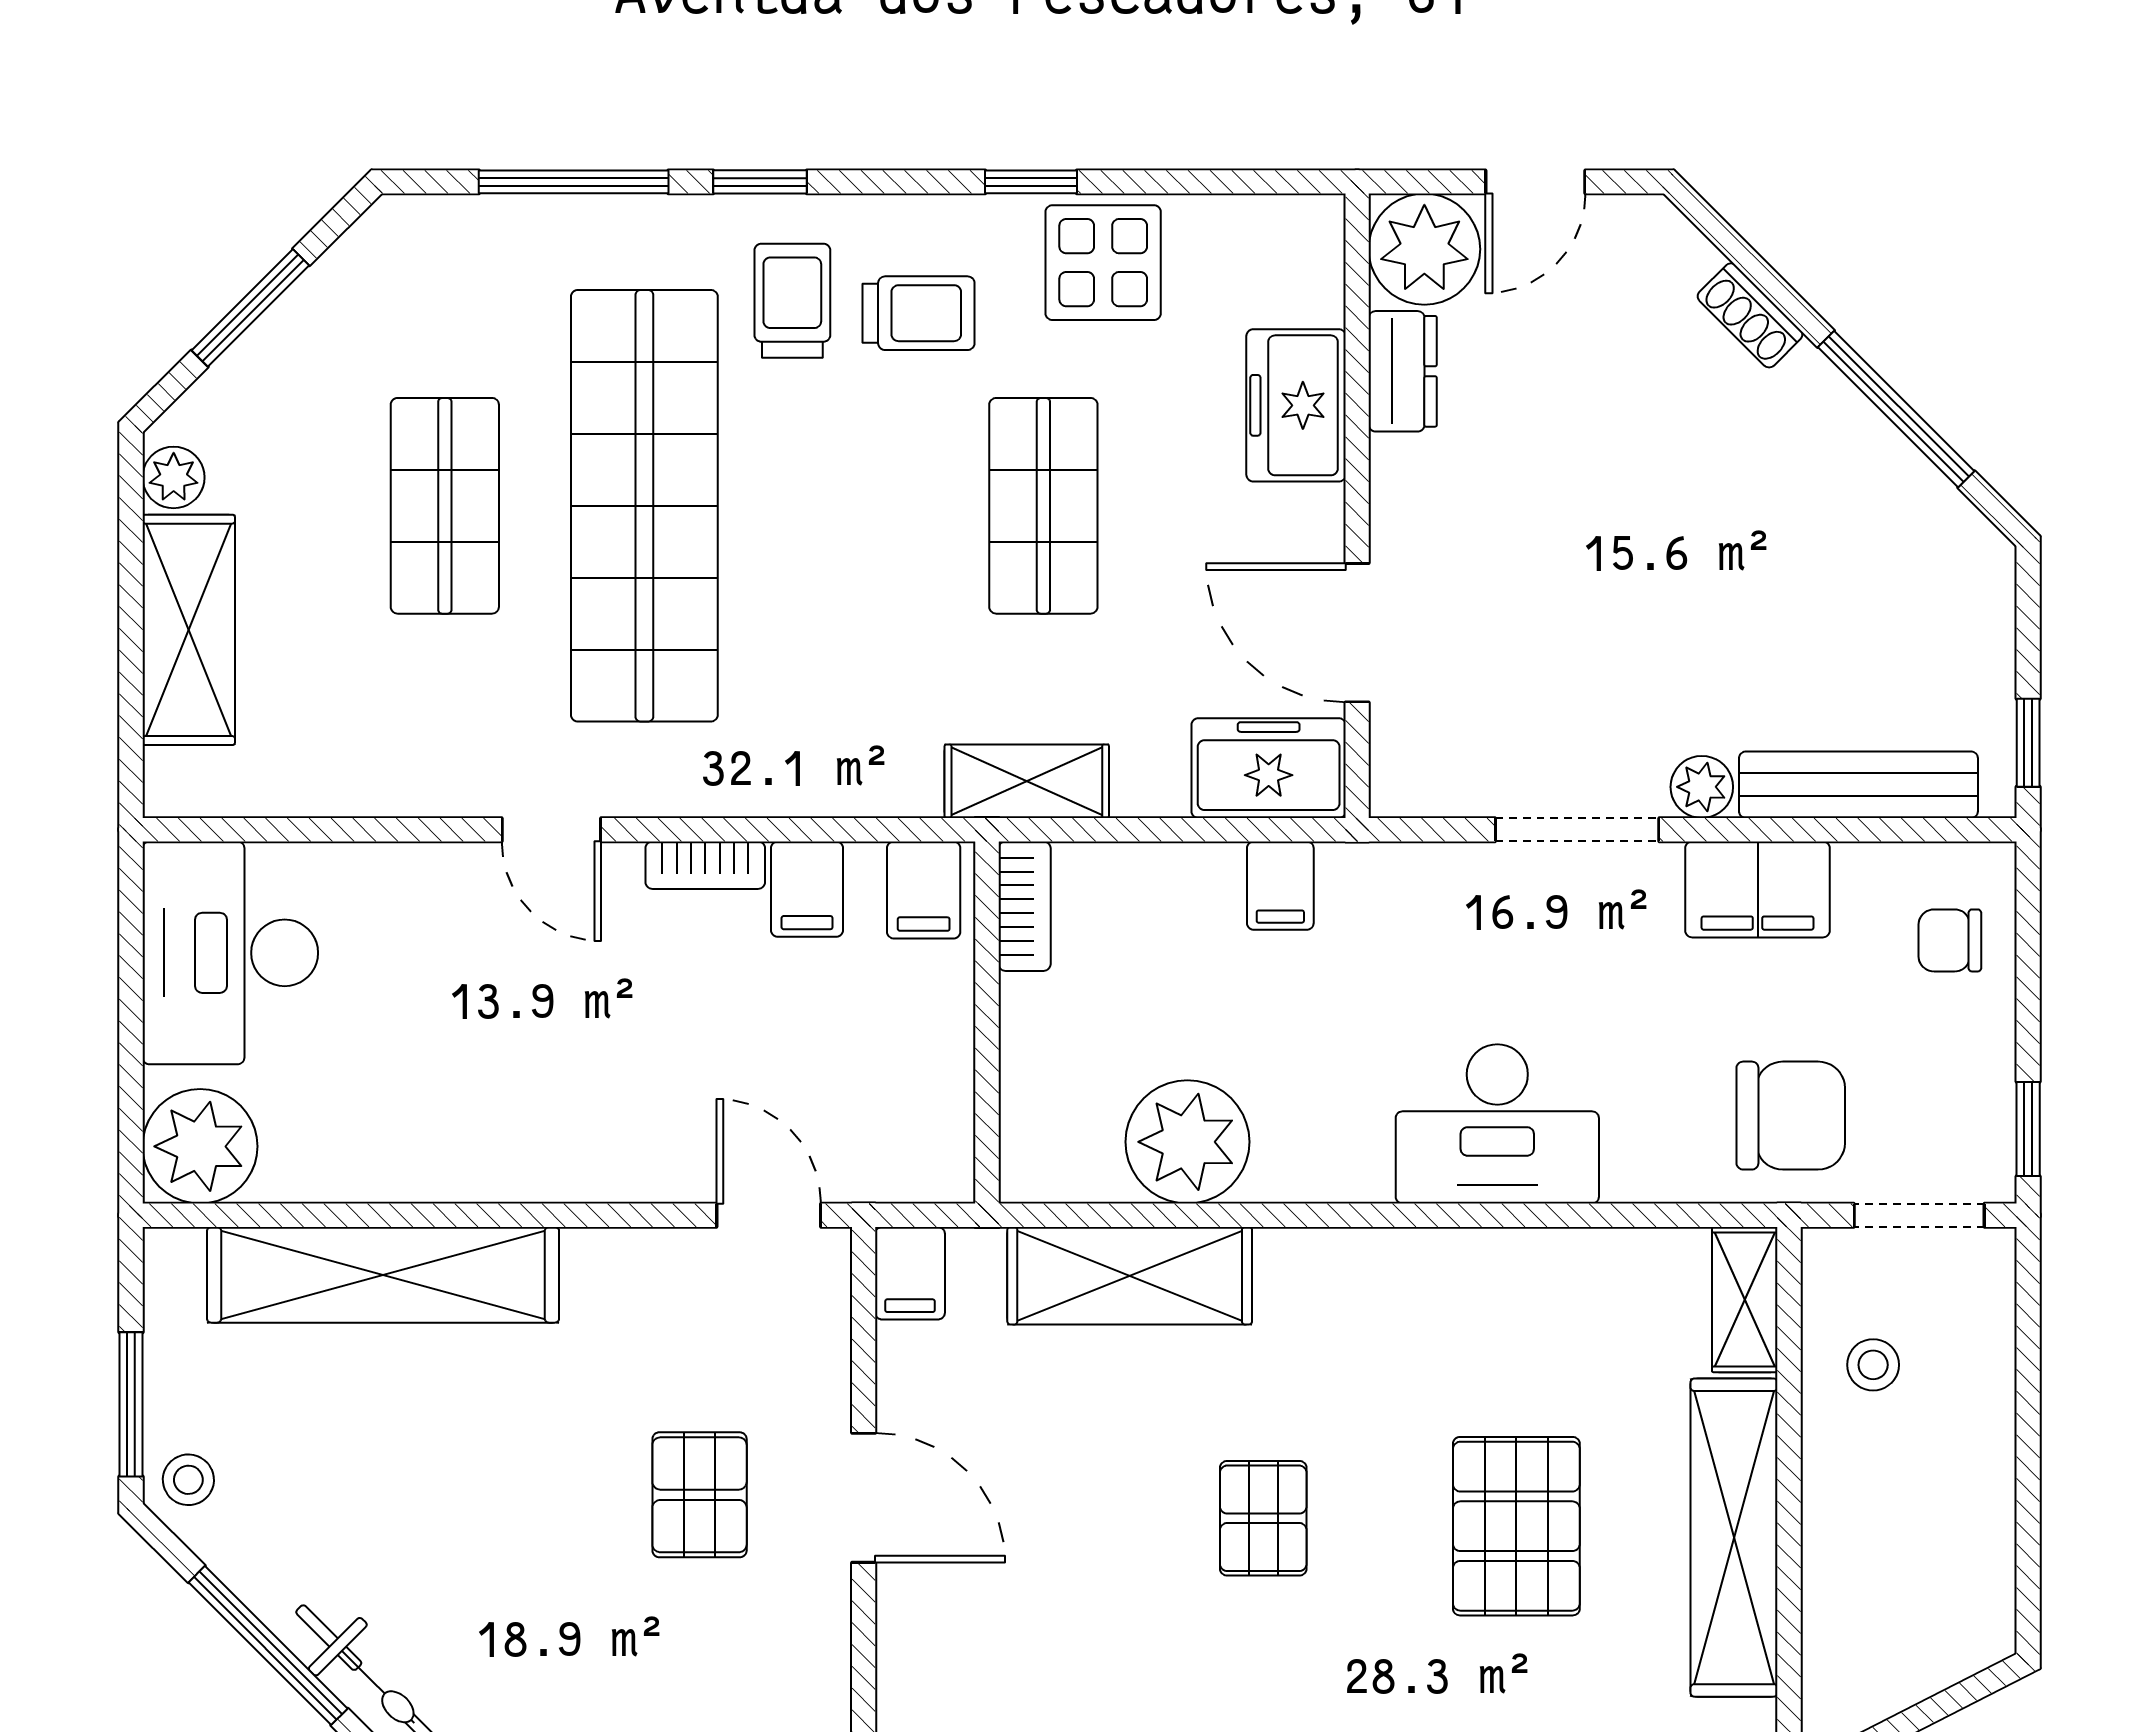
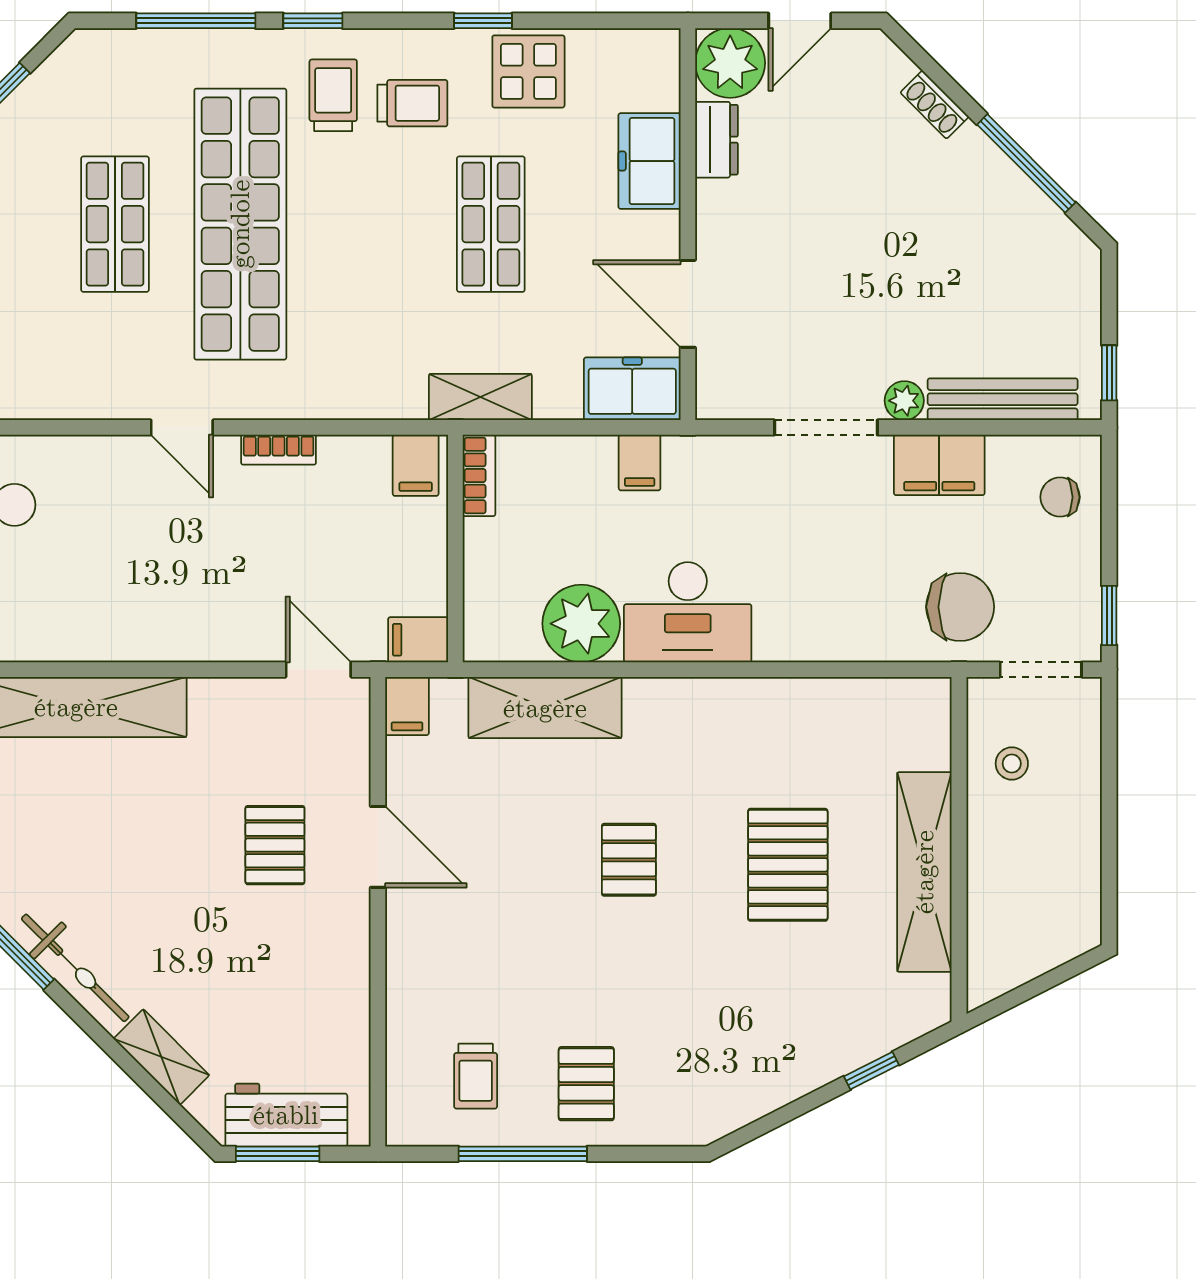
filing cabinet: (807, 889) -> (418, 640), moved, turned 90
desk: (1497, 1124) -> (688, 612), moved
shelving: (1745, 1300) -> (931, 723), removed

